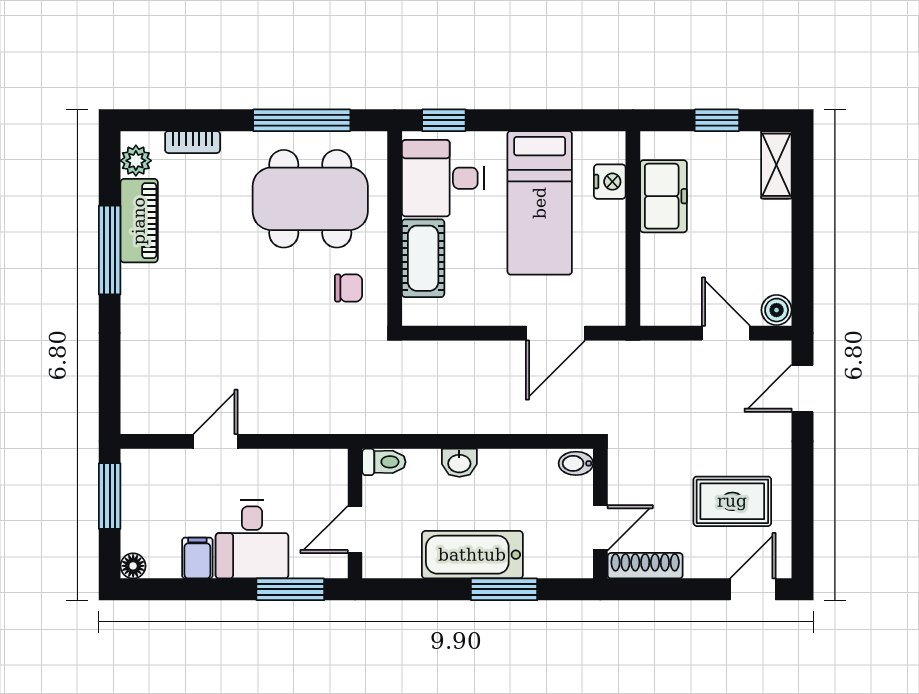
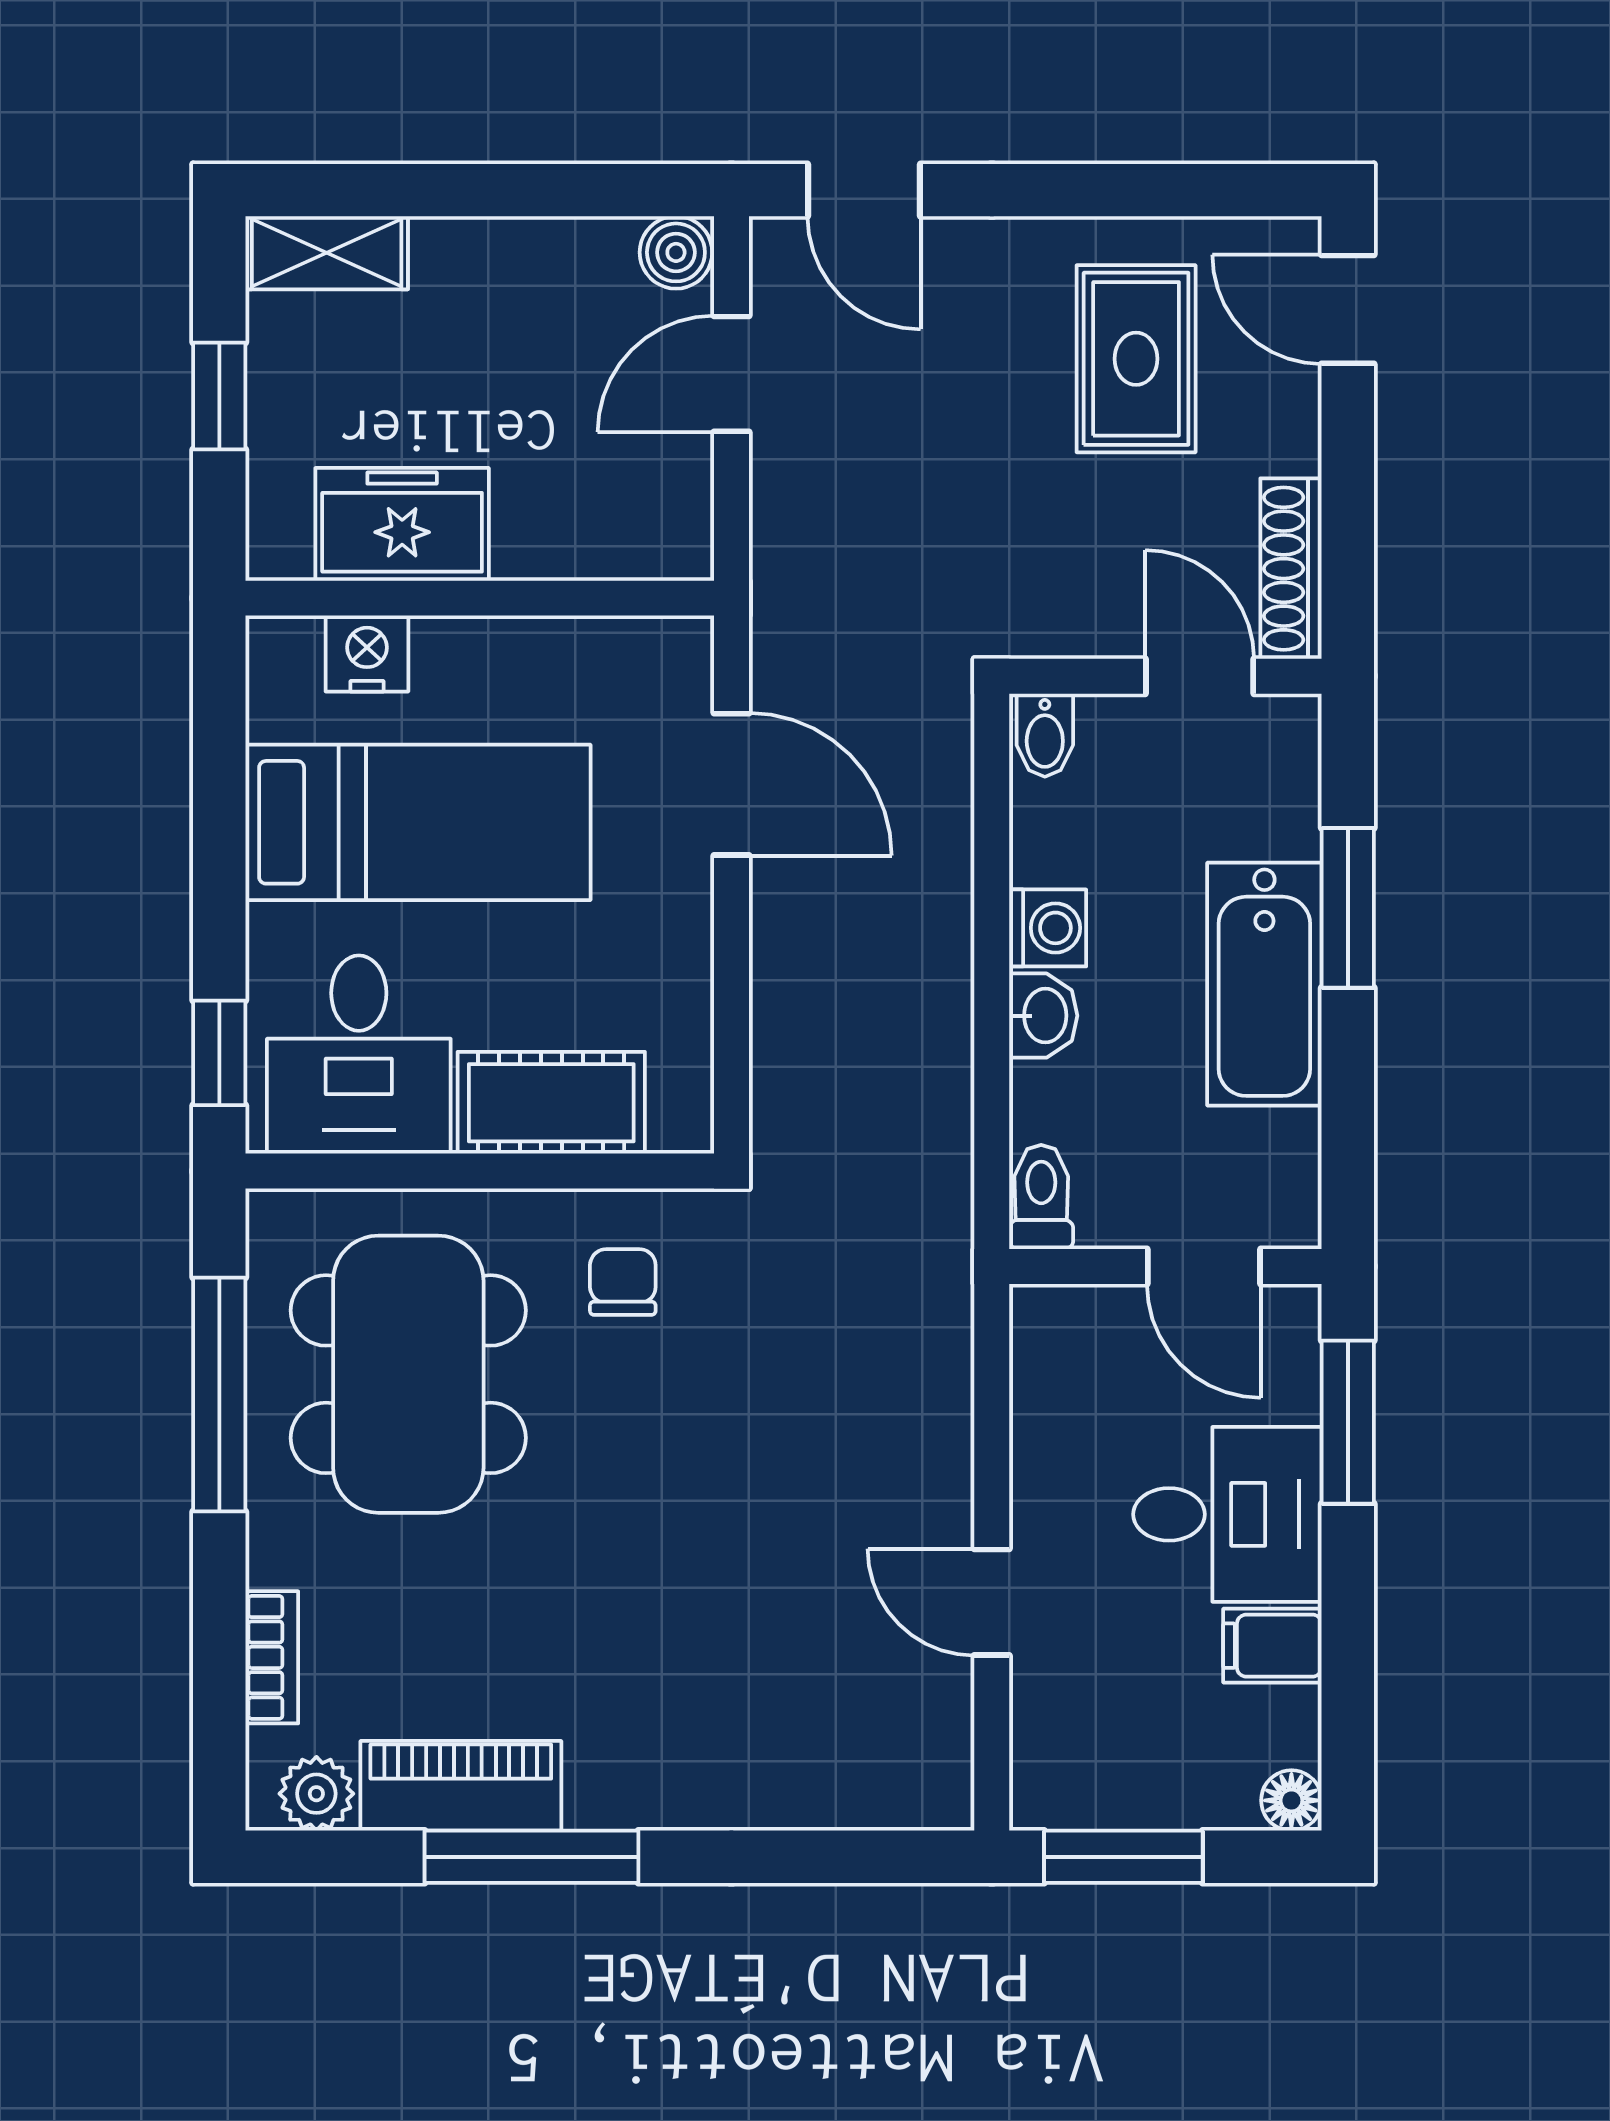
washing machine: (496, 465) -> (1048, 928), added

